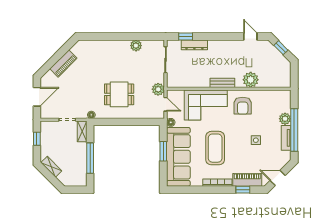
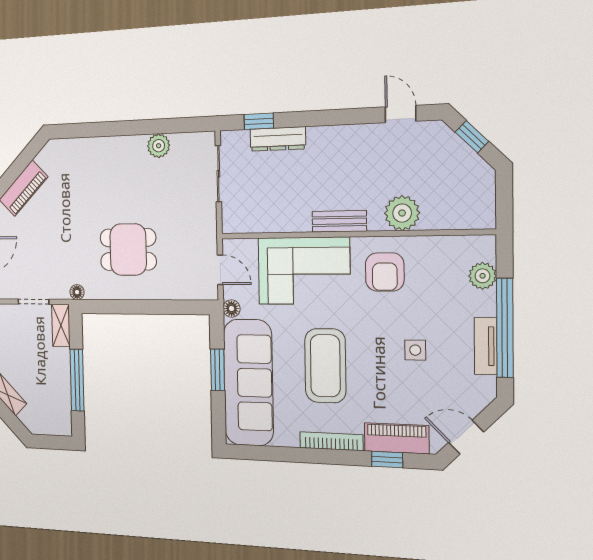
plant: (158, 89) -> (205, 238), removed
plant: (285, 119) -> (483, 276), moved

